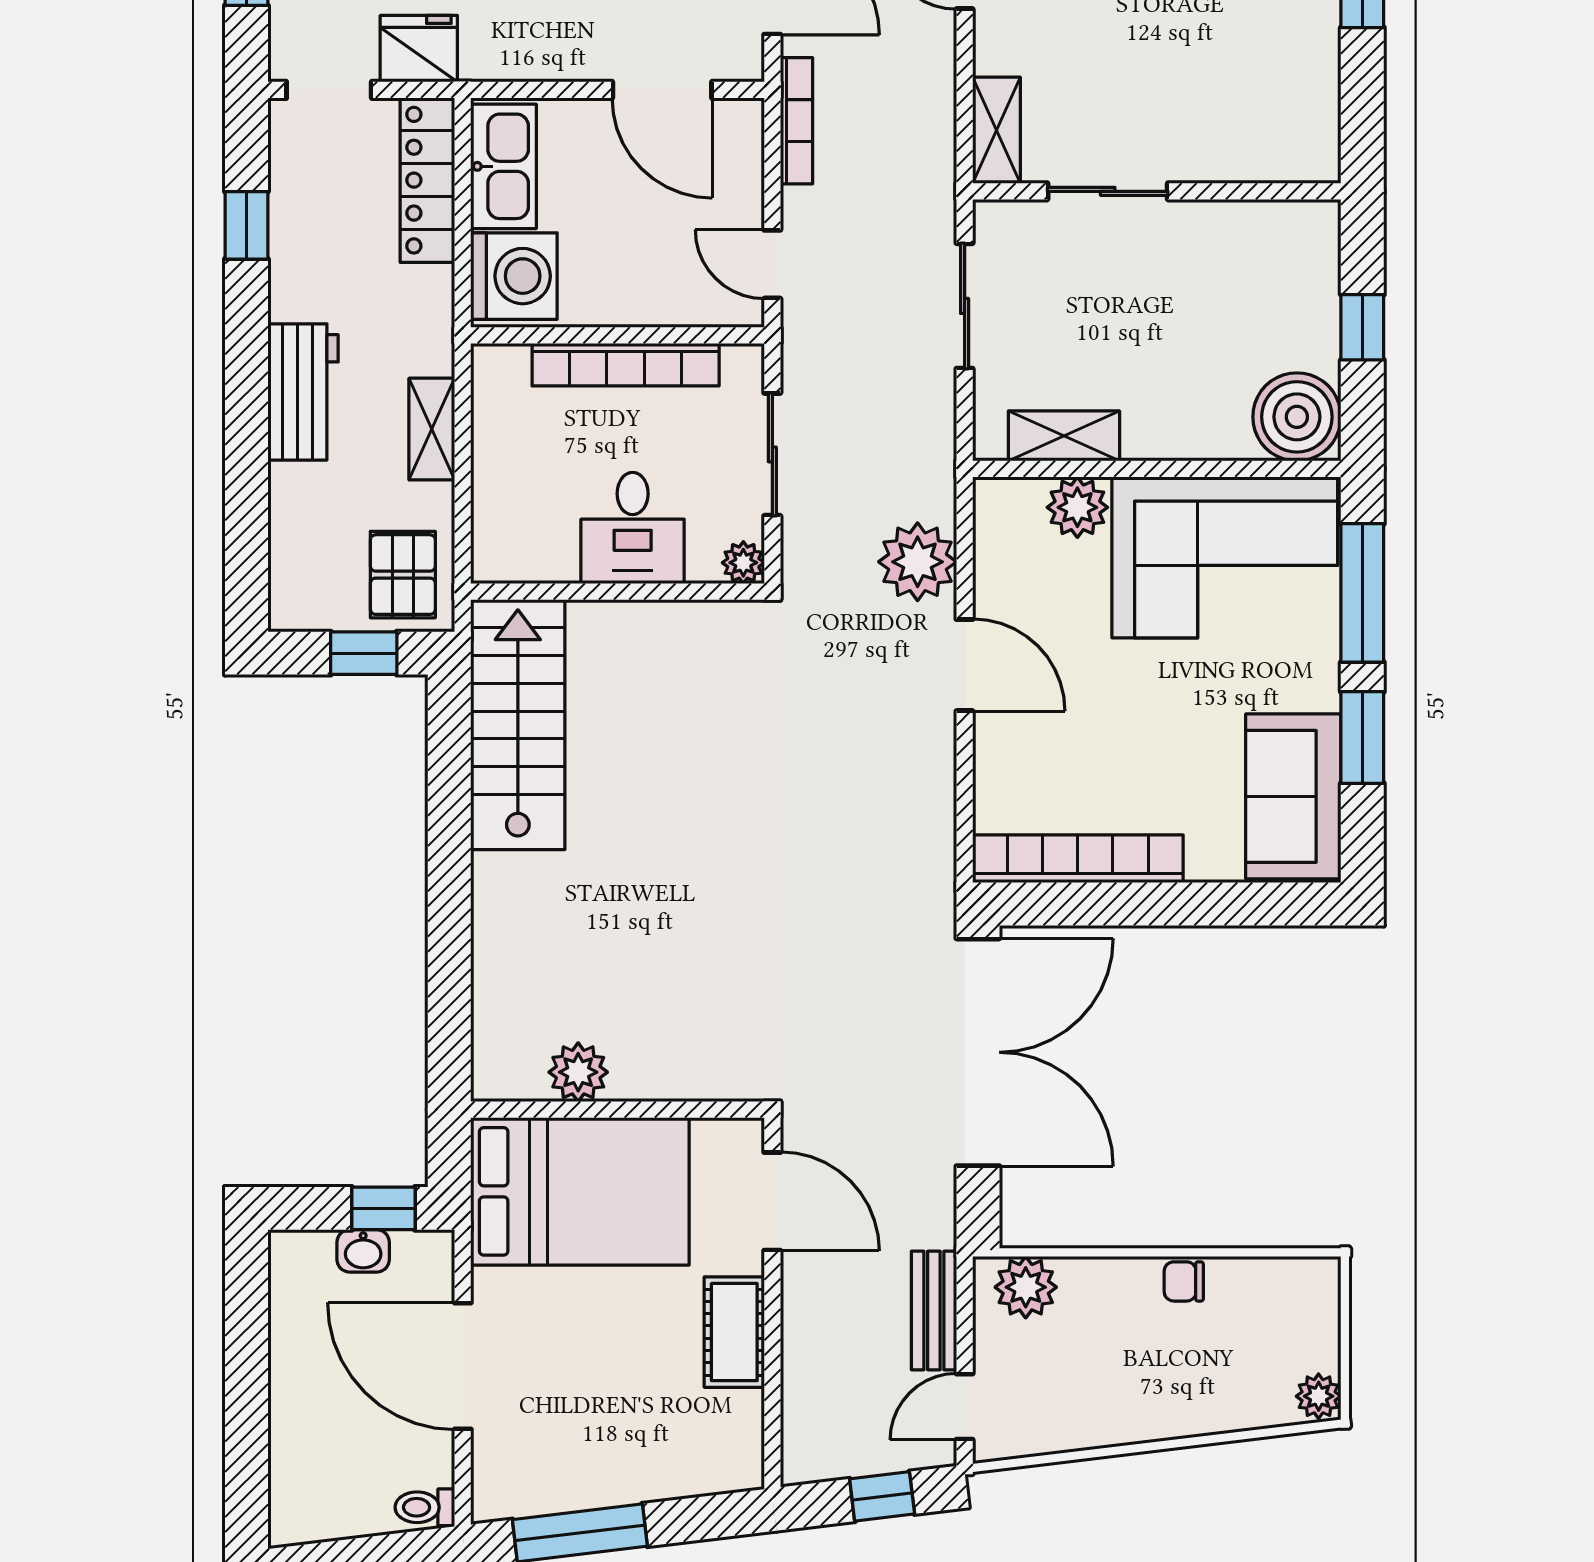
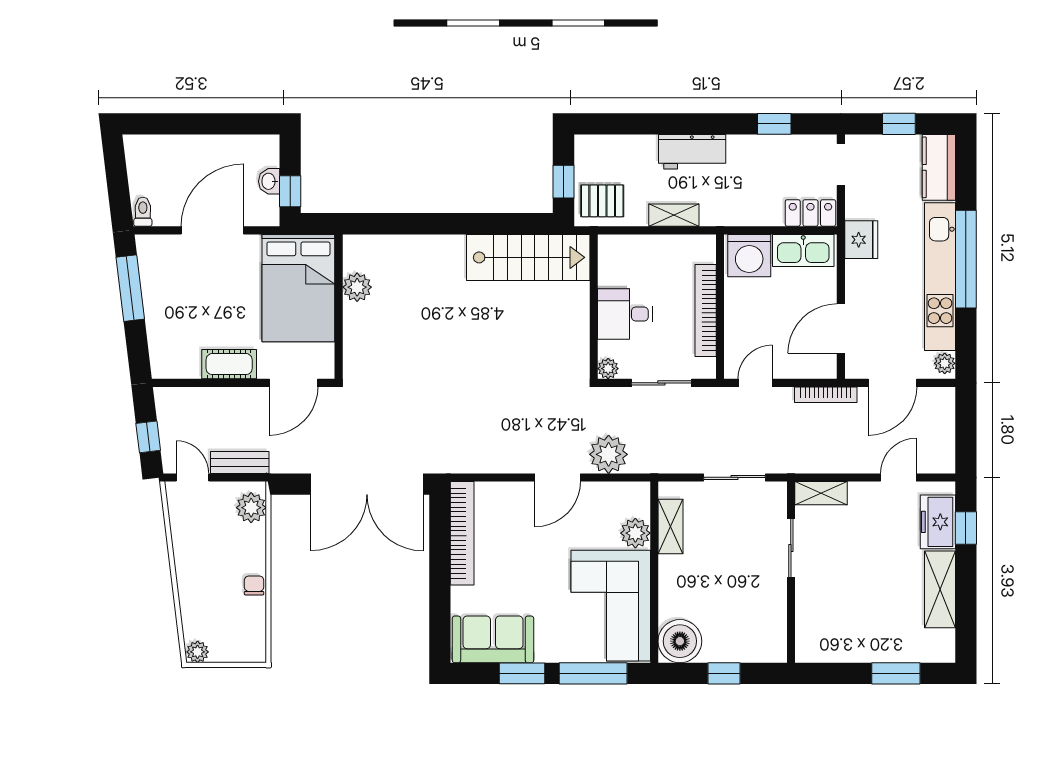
fridge: (419, 49) -> (861, 240), moved
locker: (427, 180) -> (810, 213), width x0.66

